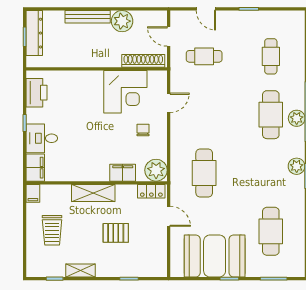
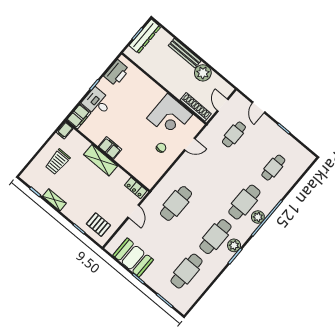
cafe table: (204, 56) -> (234, 134), turned 90
plant: (156, 170) -> (149, 178), removed
filing cabinet: (123, 173) -> (110, 148), moved
cafe table: (271, 173) -> (215, 237), added
pallet: (116, 233) -> (98, 225), moved
booth: (215, 256) -> (133, 258), width x0.73, depth x0.70

